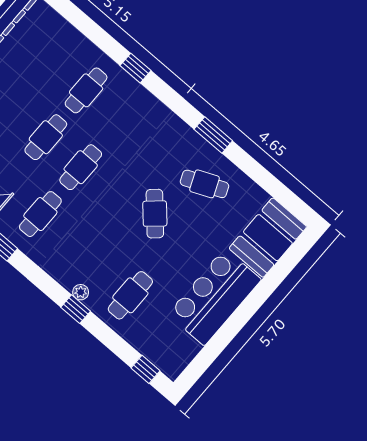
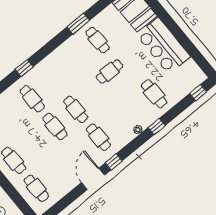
window: (213, 135) -> (78, 24), moved
cafe table: (204, 184) -> (98, 40), turned -67
cafe table: (155, 214) -> (110, 72), turned -48
plant: (81, 292) -> (138, 130), moved

